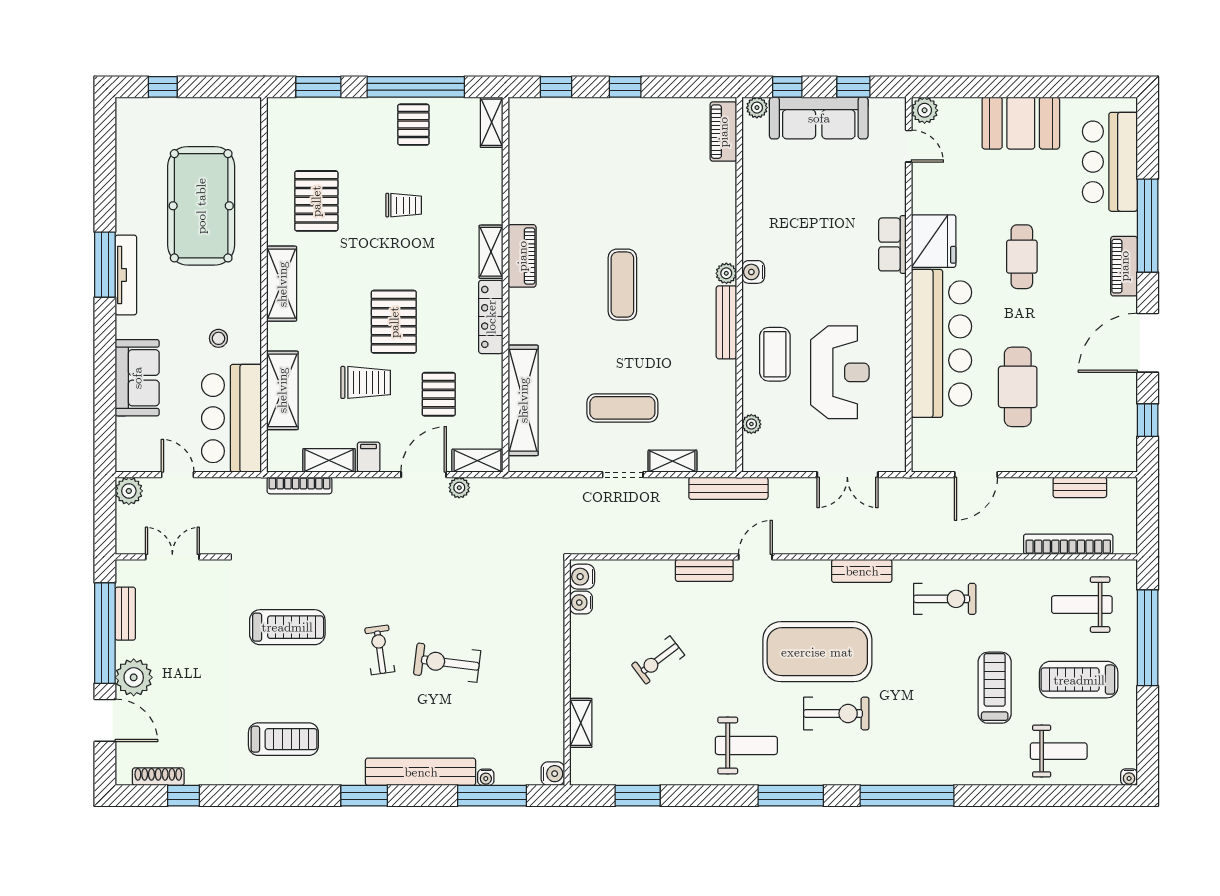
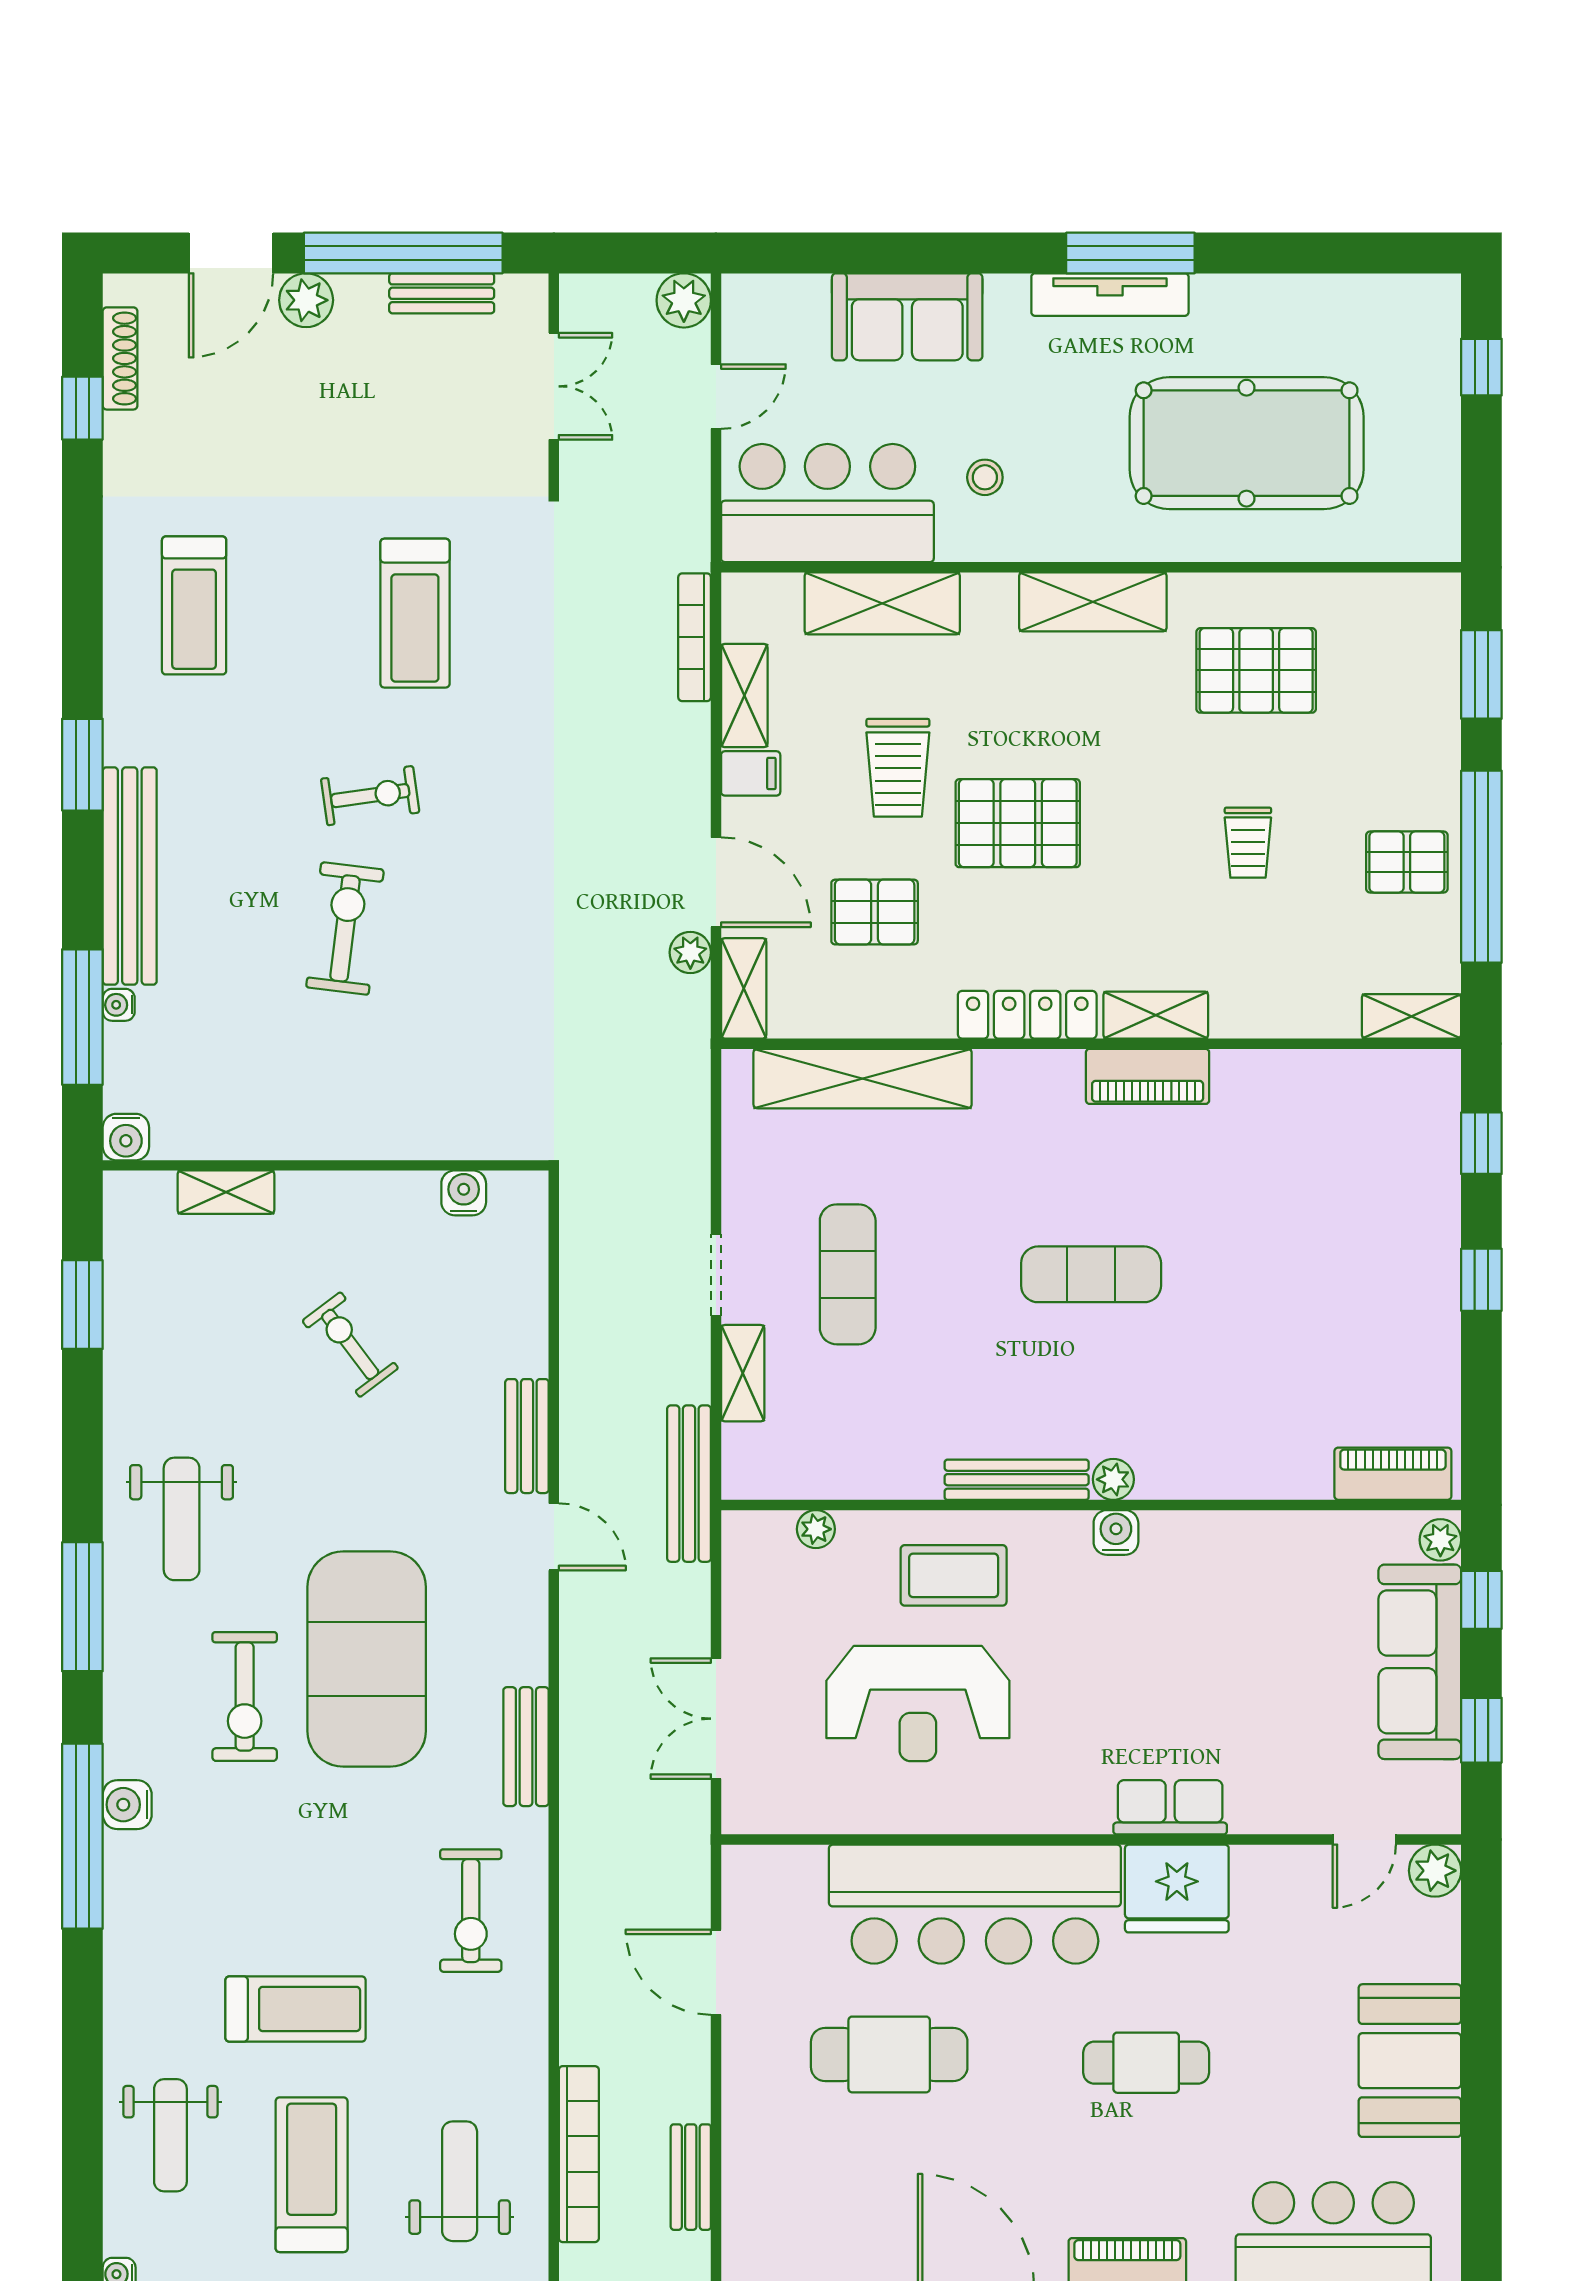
water cooler: (582, 577) -> (127, 1805), moved, turned -90
plant: (134, 677) -> (306, 300), width x0.73, depth x0.73

